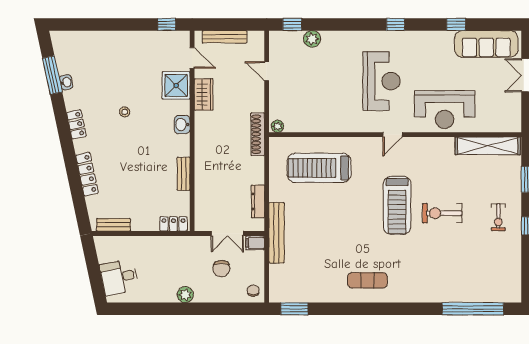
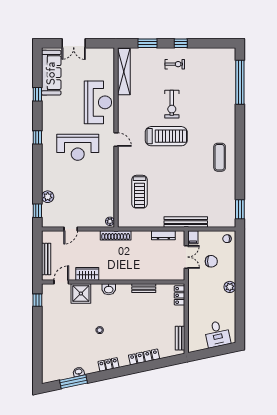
reception desk: (381, 81) -> (78, 147), turned 180
treadmill: (319, 168) -> (140, 192), width x0.73, depth x0.73

